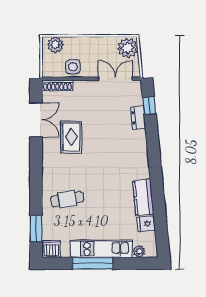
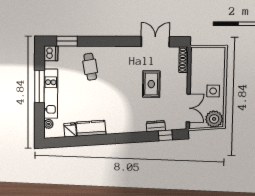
plant: (55, 45) -> (218, 58), removed
side table: (73, 67) -> (213, 91), moved
double door: (36, 120) -> (155, 42), swing flipped
rug: (71, 137) -> (151, 84), moved, turned 90

